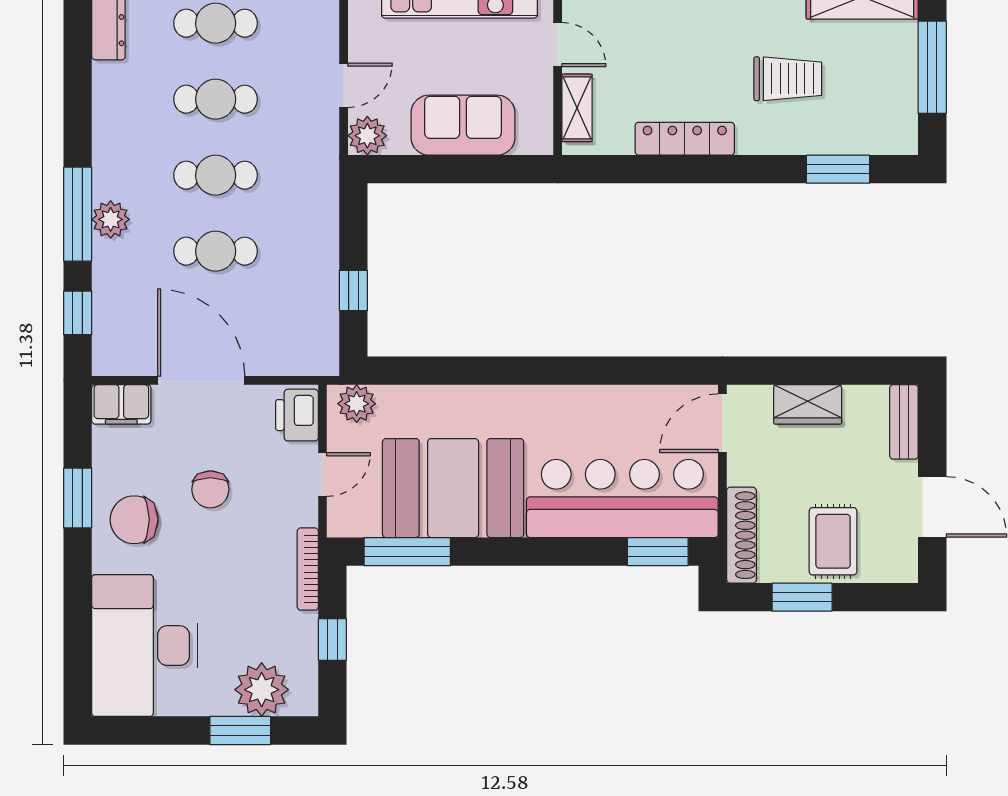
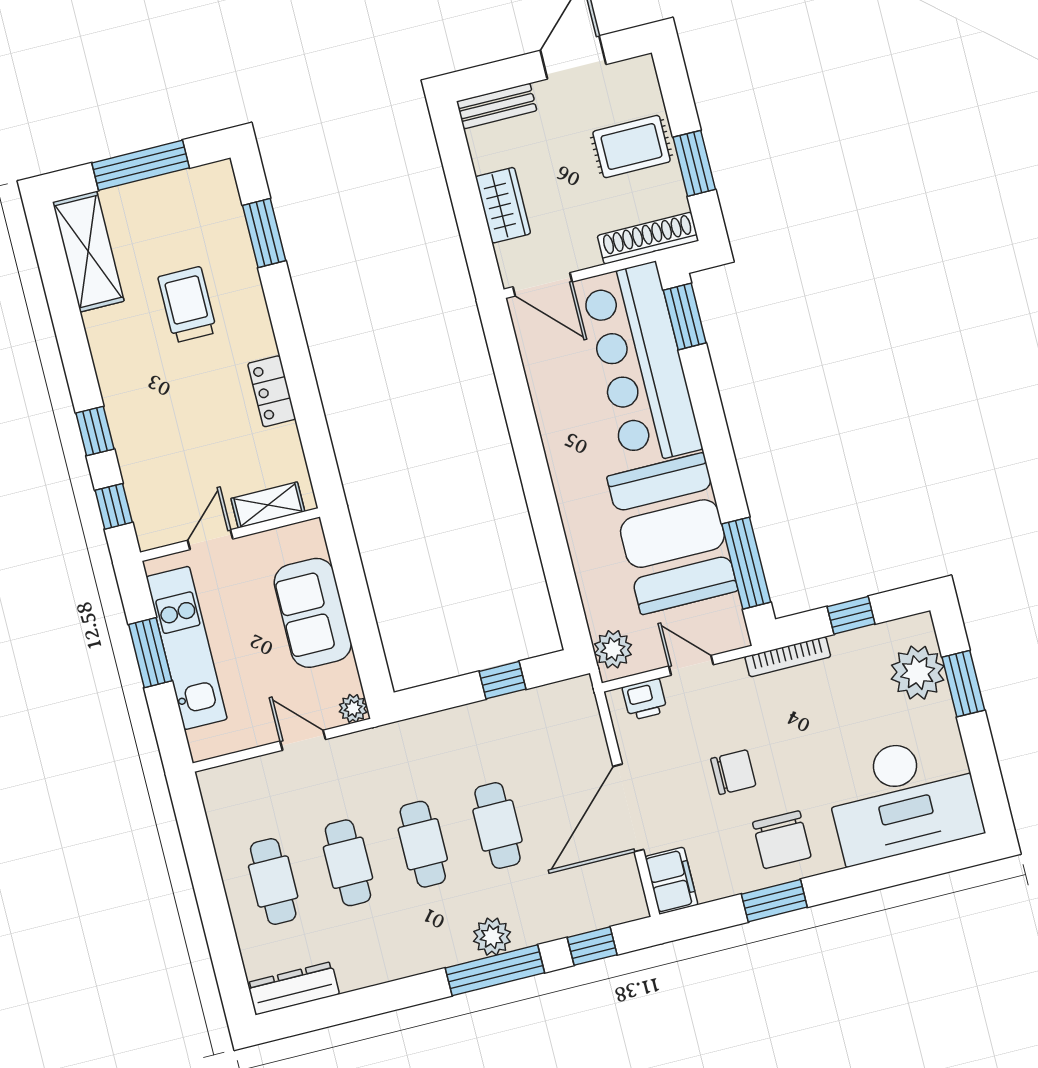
plant: (367, 136) -> (353, 708), width x0.73, depth x0.73
locker: (685, 139) -> (272, 391), width x0.66
printer: (297, 415) -> (645, 699), width x0.73, depth x0.81

